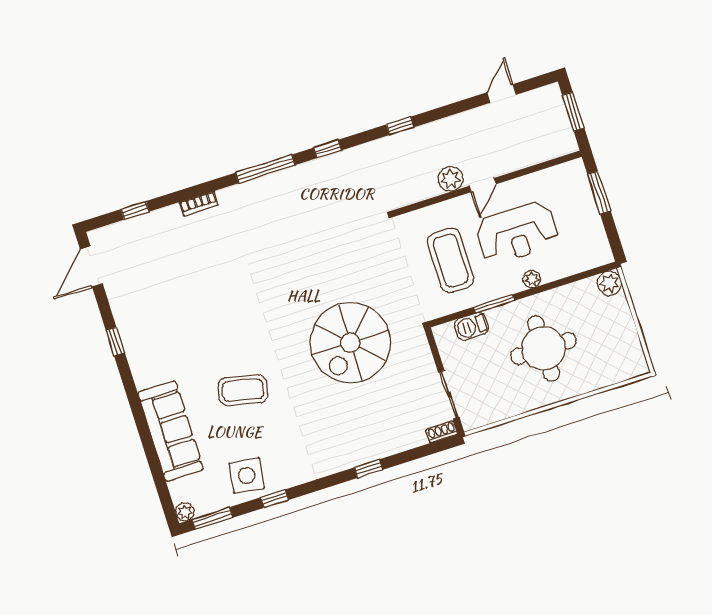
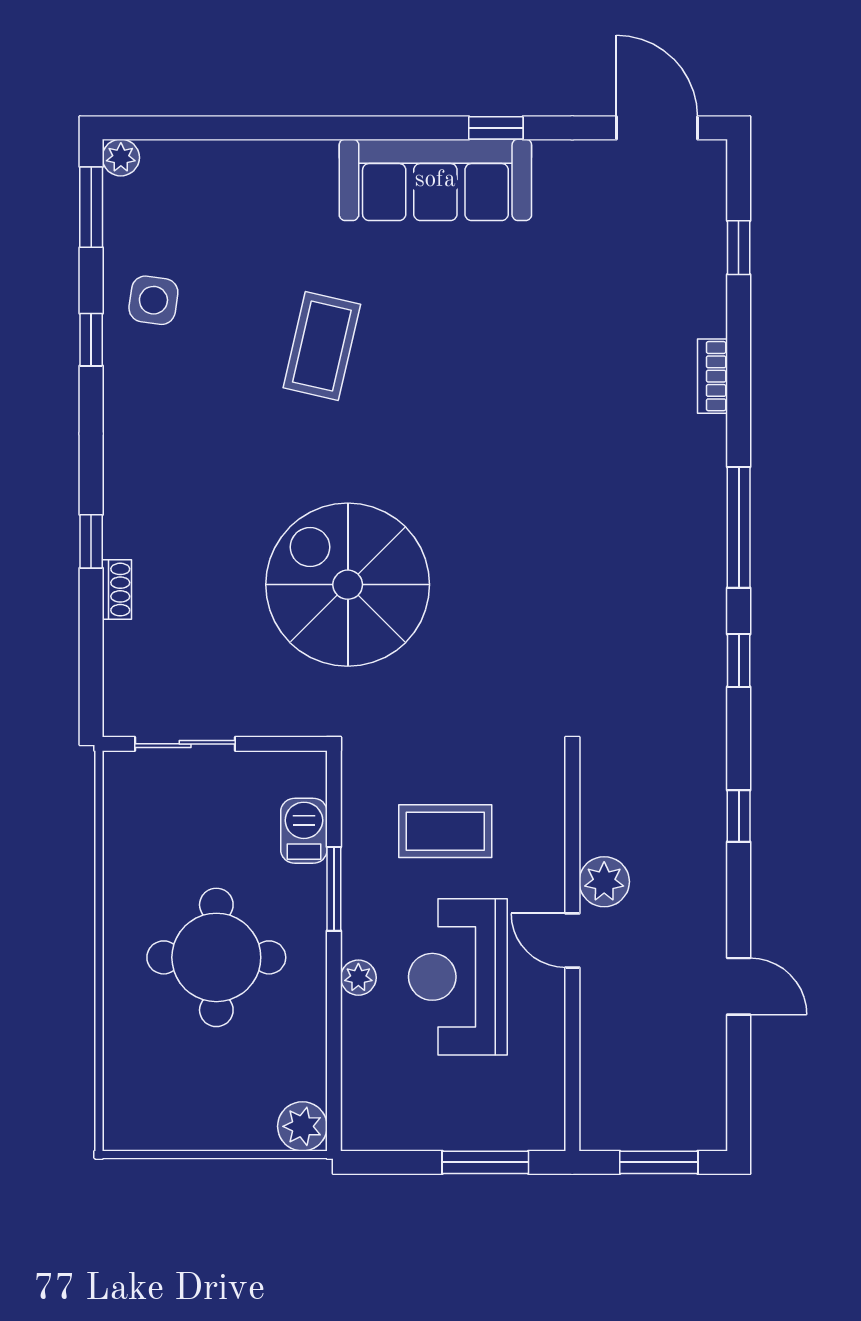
door: (501, 93) -> (739, 986), moved
coffee table: (451, 260) -> (445, 831), width x0.73, depth x0.76
sofa: (171, 431) -> (435, 180), moved
shoe rack: (442, 432) -> (117, 590), moved
side table: (247, 475) -> (153, 300), width x0.73, depth x0.73

